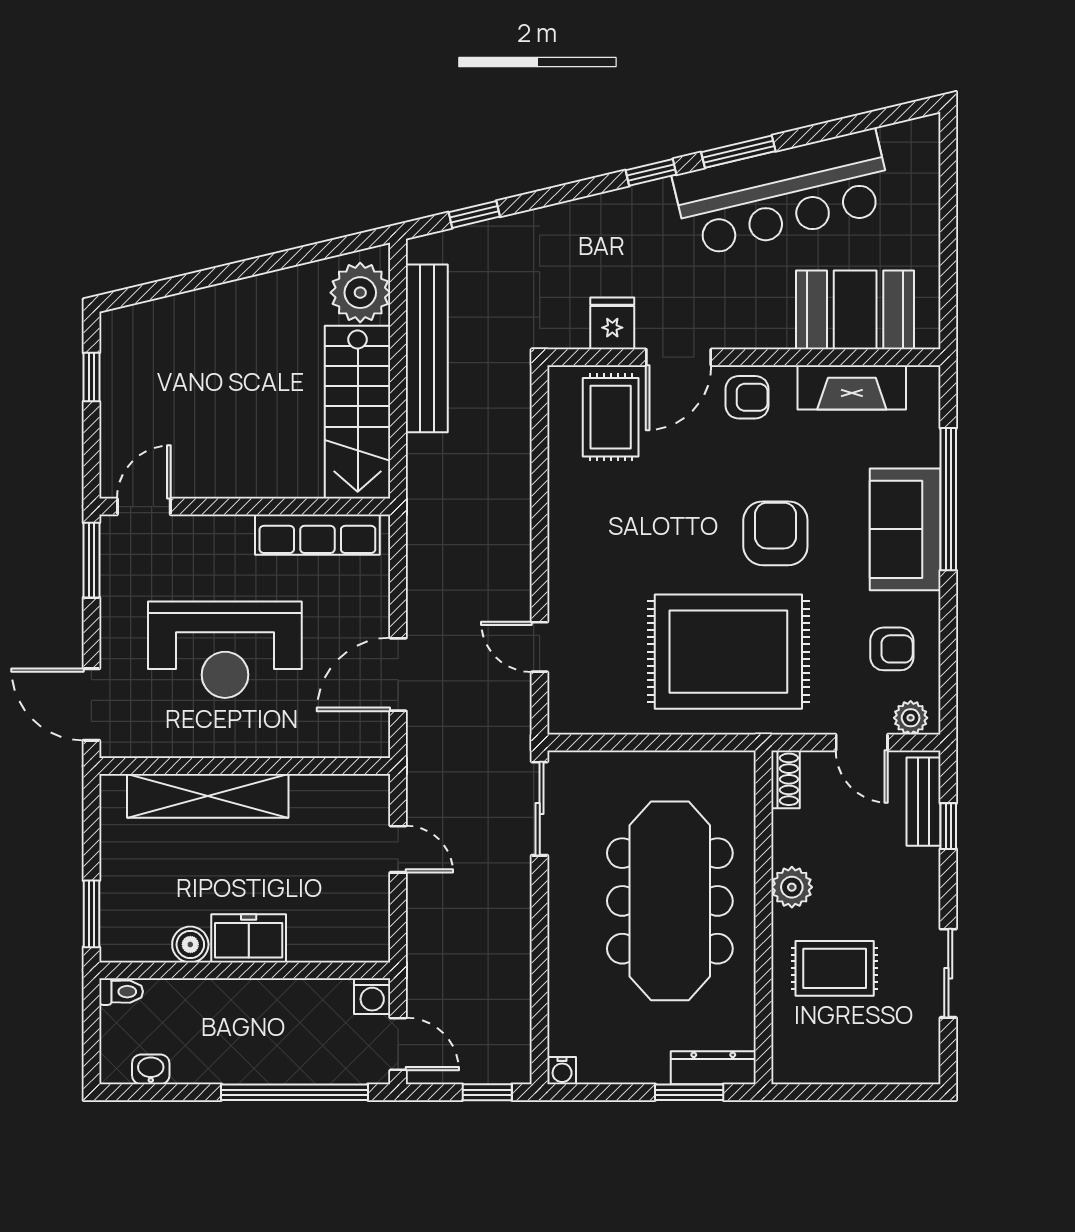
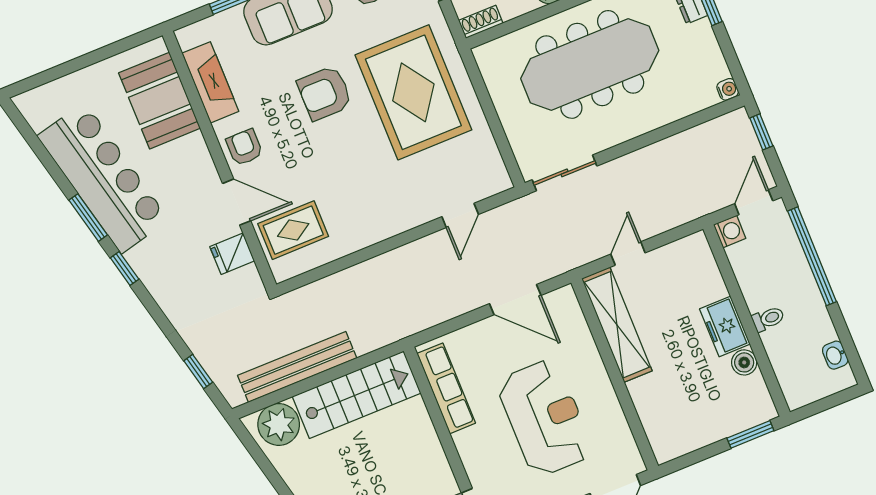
shelving: (208, 796) -> (617, 325), moved
toilet: (121, 992) -> (768, 319), moved, turned 90

